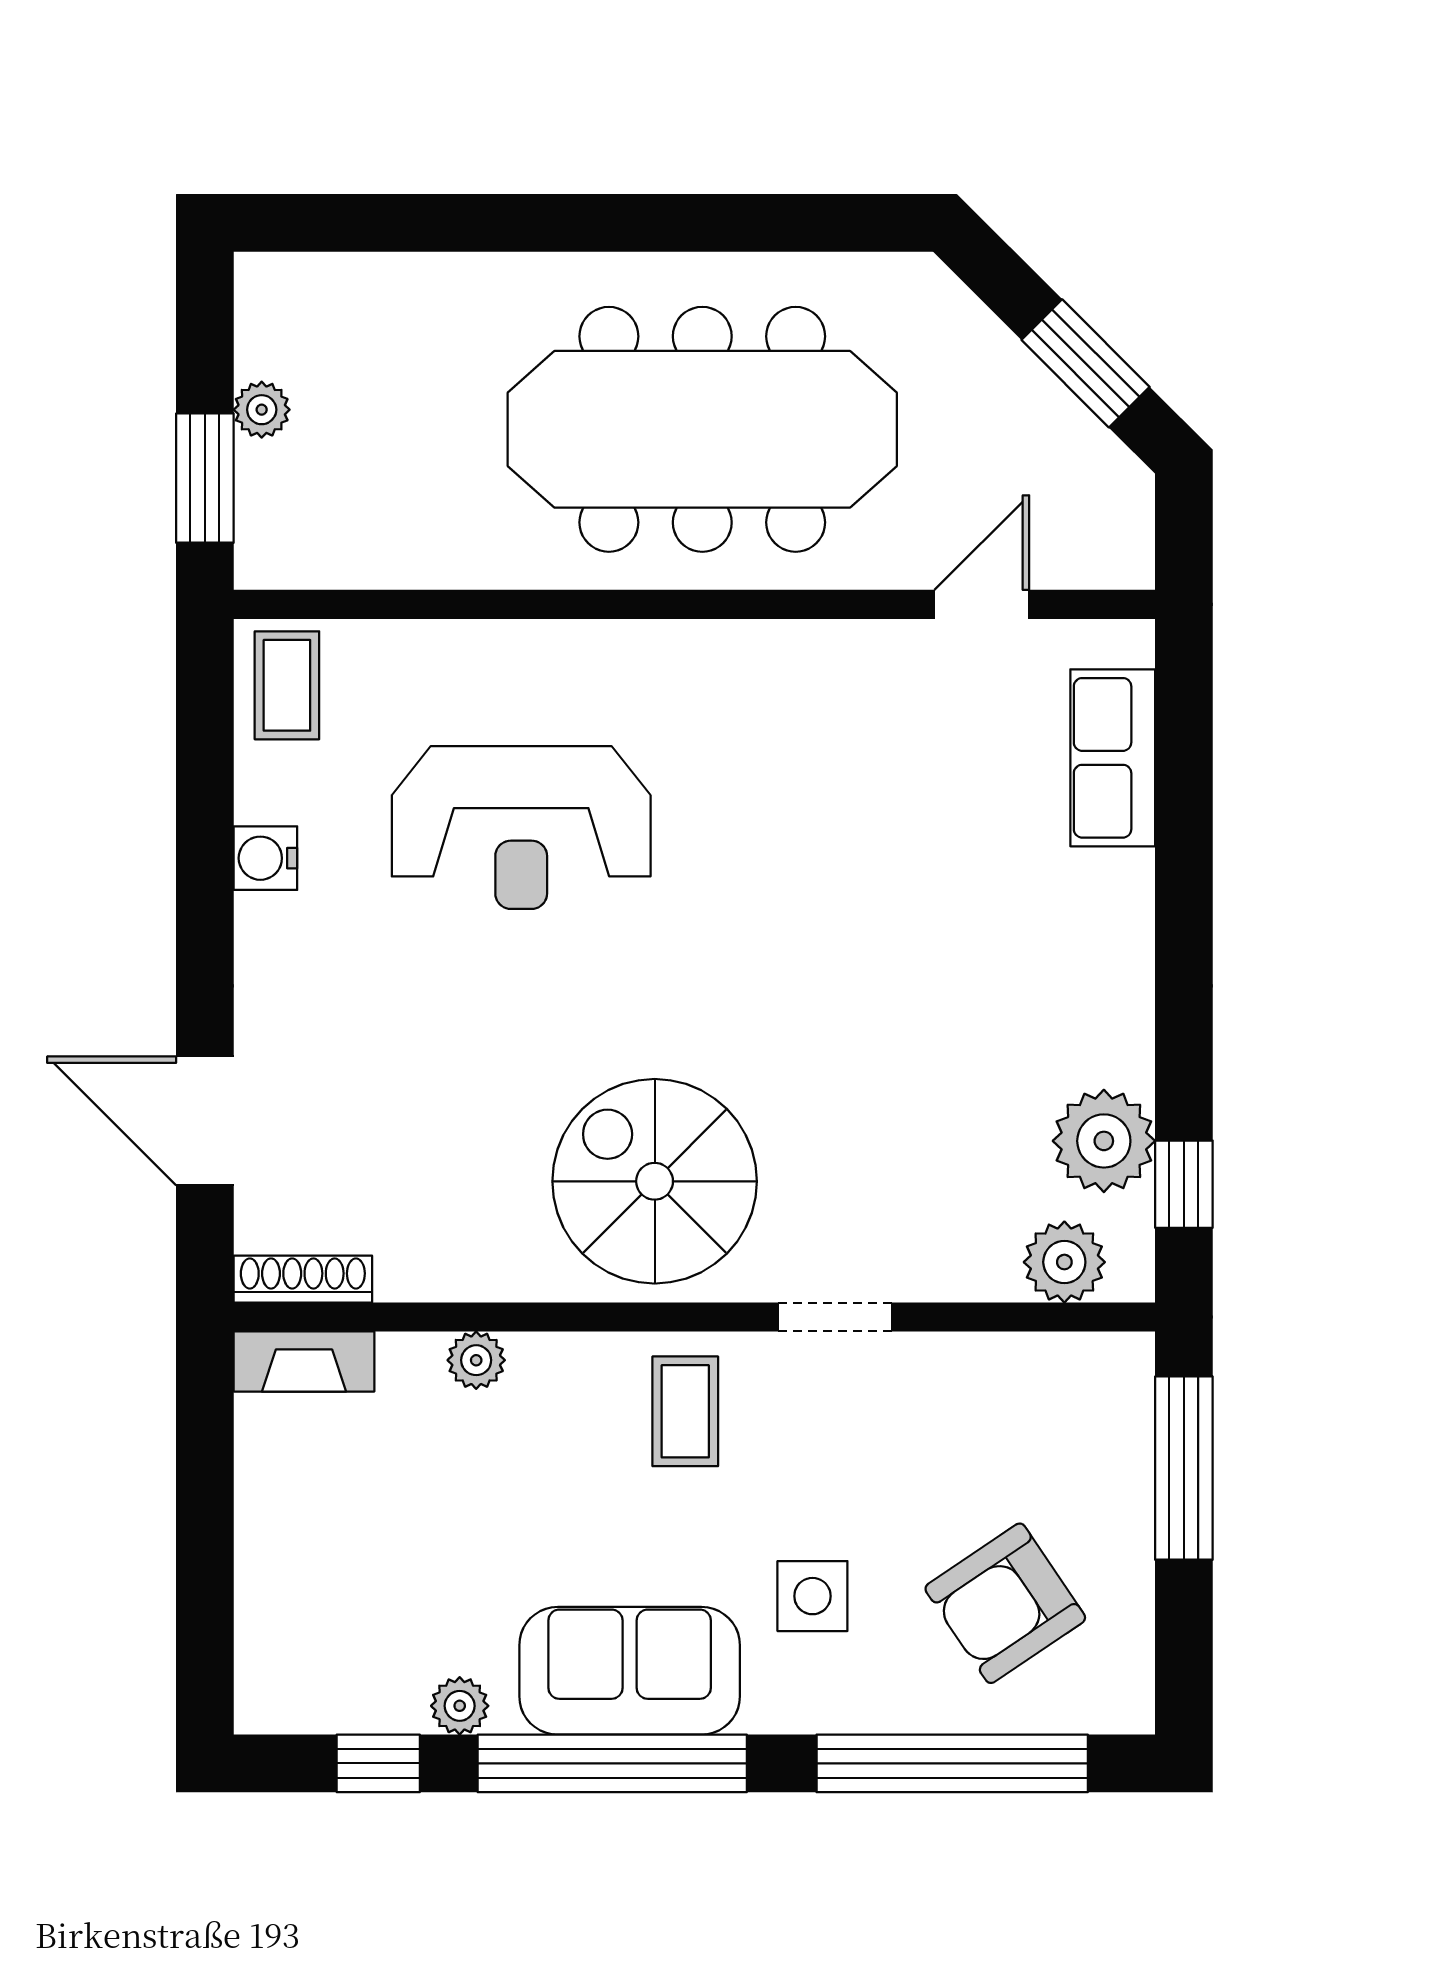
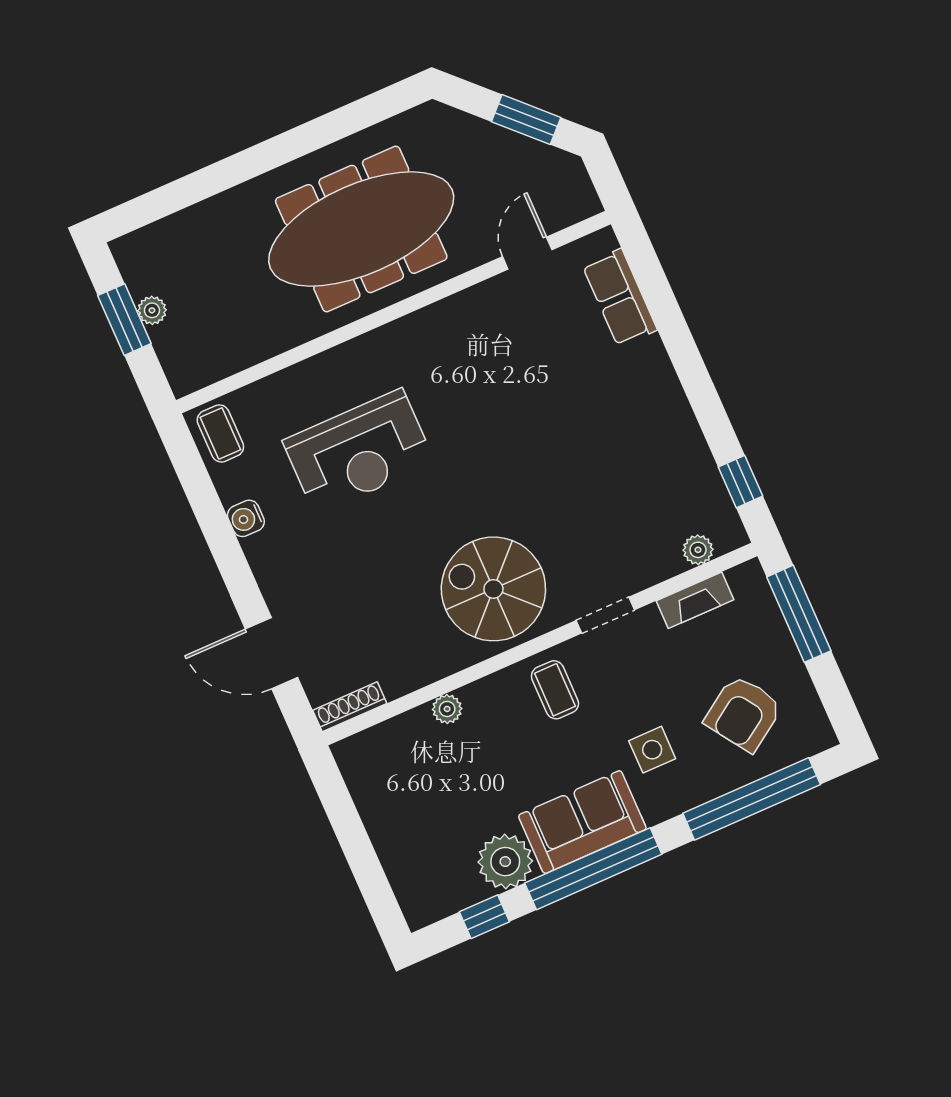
window: (205, 478) -> (124, 320), moved
plant: (1104, 1141) -> (694, 478), removed
plant: (1064, 1262) -> (698, 550), width x0.73, depth x0.73
fireplace: (304, 1361) -> (695, 600), moved
plant: (460, 1706) -> (505, 862), width x1.88, depth x1.88

